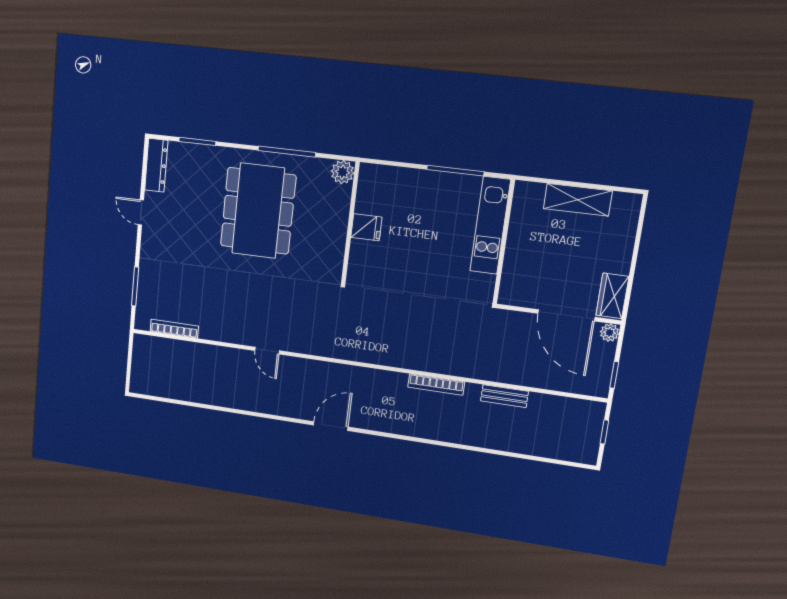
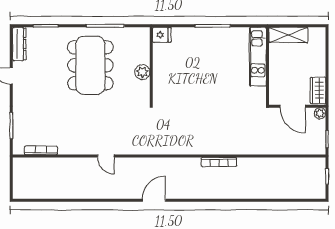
plant: (343, 172) -> (142, 72), moved
kitchen unit: (490, 225) -> (258, 57), moved
fridge: (366, 227) -> (162, 35), moved
wall: (504, 242) -> (268, 66), moved
door: (566, 315) -> (293, 106), width x0.73
bench: (504, 396) -> (263, 163), removed

